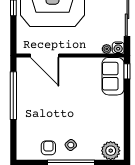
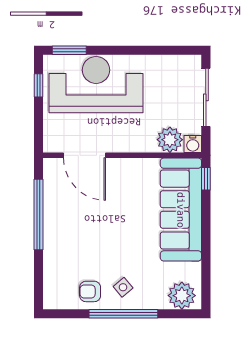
plant: (107, 49) -> (170, 140), width x1.88, depth x1.88
sofa: (113, 76) -> (181, 210), width x1.85, depth x1.27
armchair: (48, 148) -> (90, 291), turned -90

